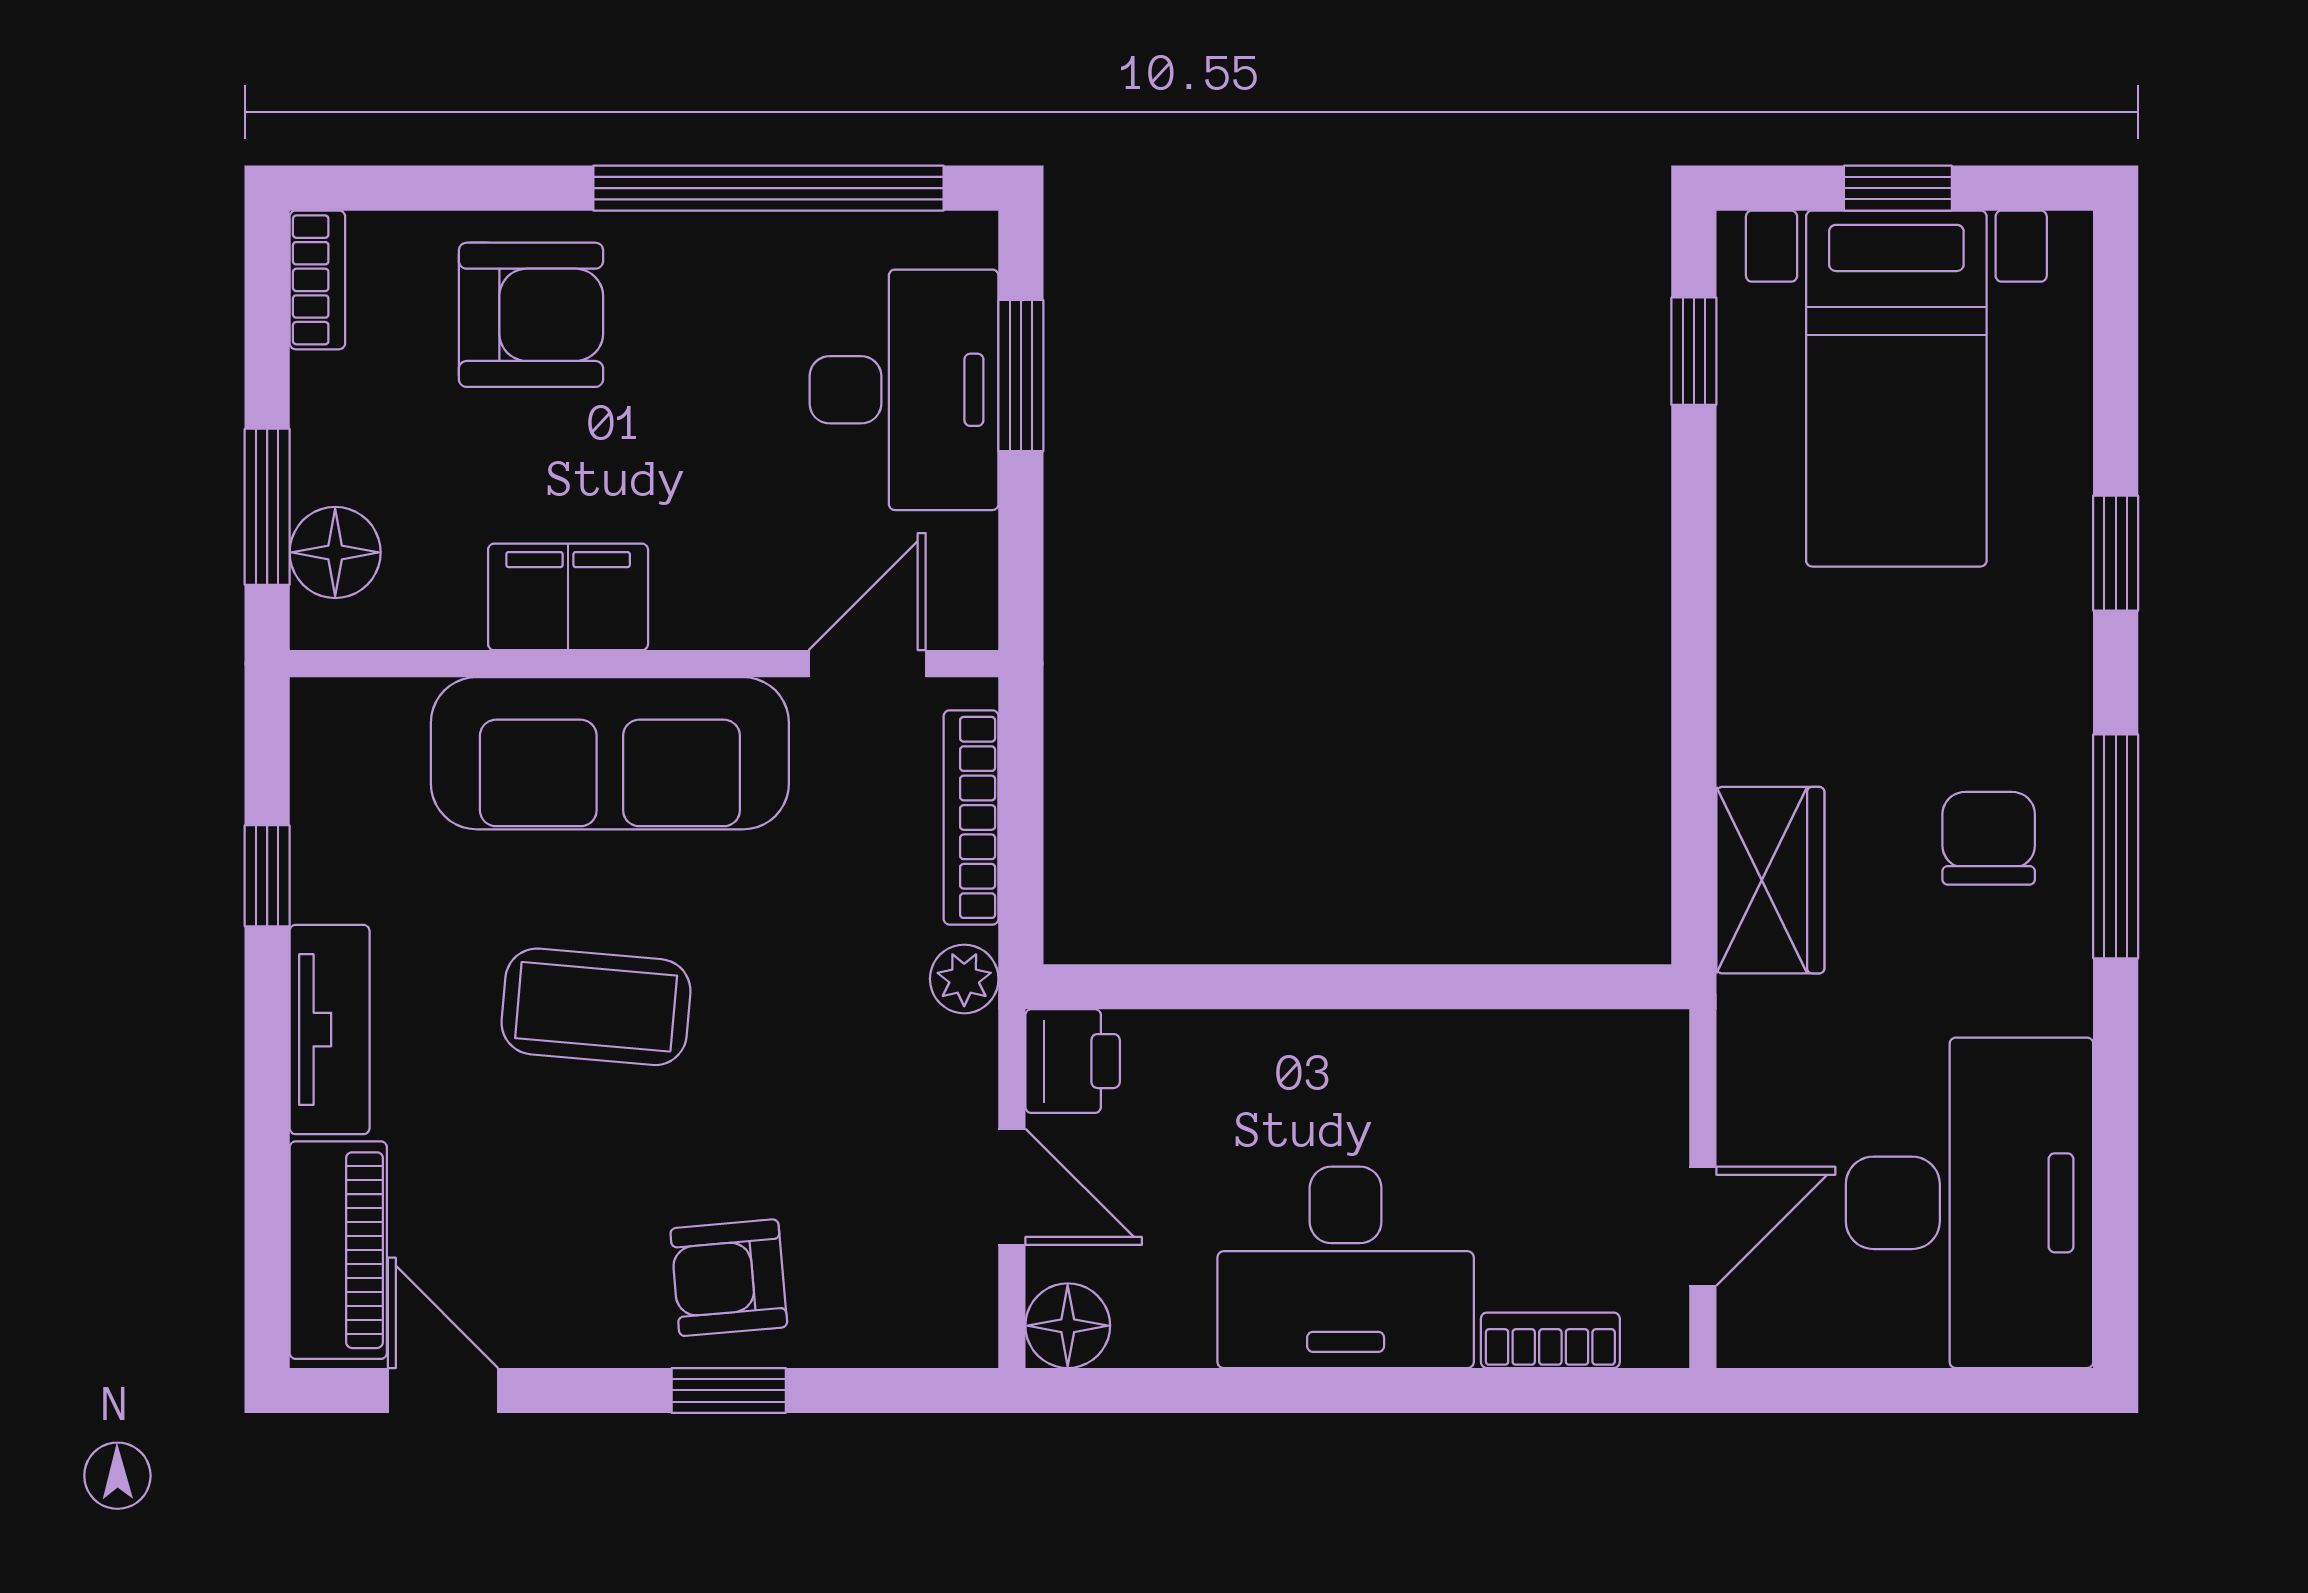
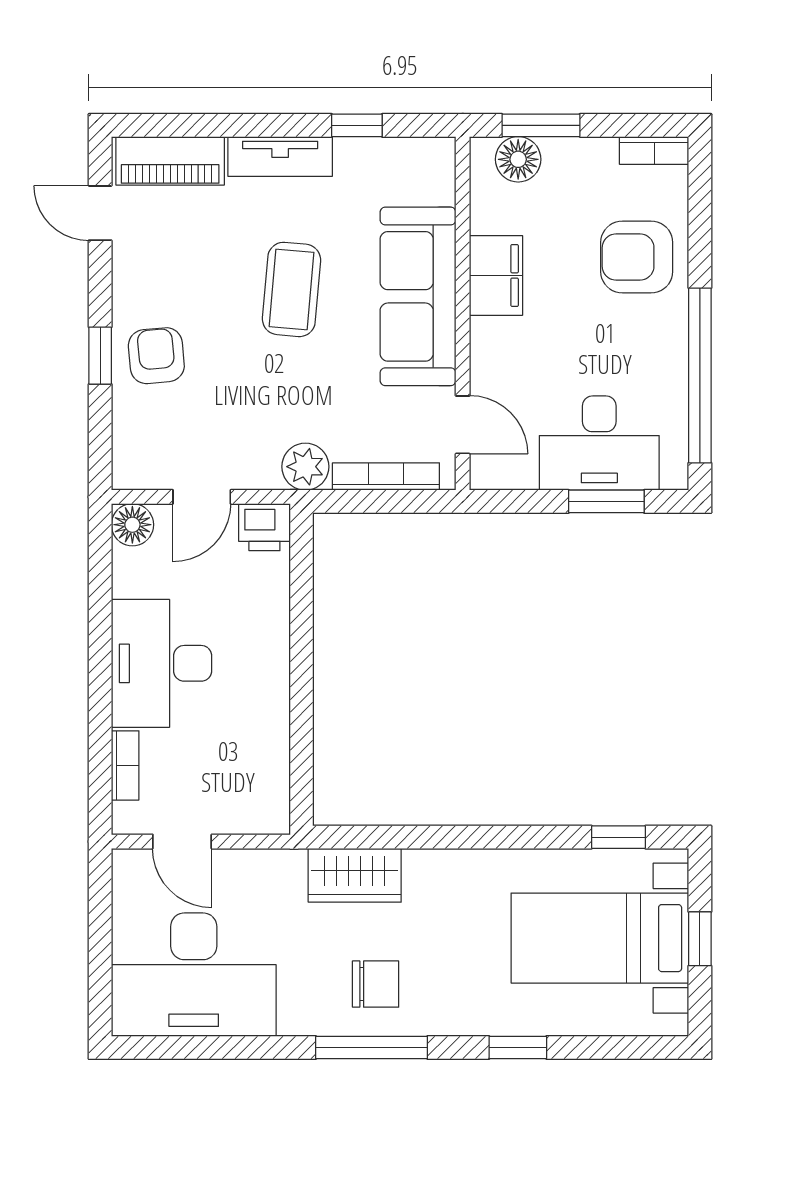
armchair: (531, 315) -> (637, 257), turned 90
plant: (964, 979) -> (305, 467), width x1.38, depth x1.38
door: (443, 1390) -> (100, 213), swing flipped

